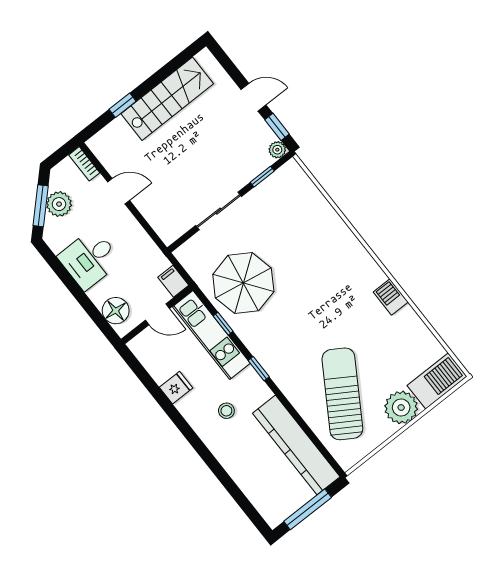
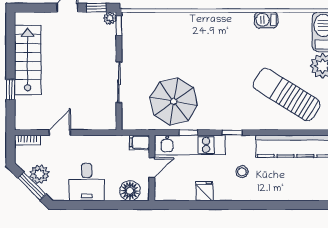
window: (262, 177) -> (119, 26), moved
barbecue: (391, 297) -> (266, 20), moved

